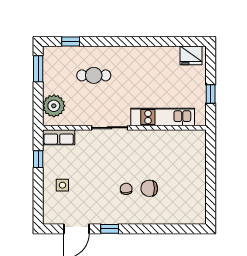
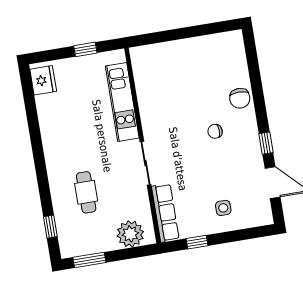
row of seats: (59, 137) -> (165, 213), width x1.48
chair: (149, 188) -> (240, 98), moved

